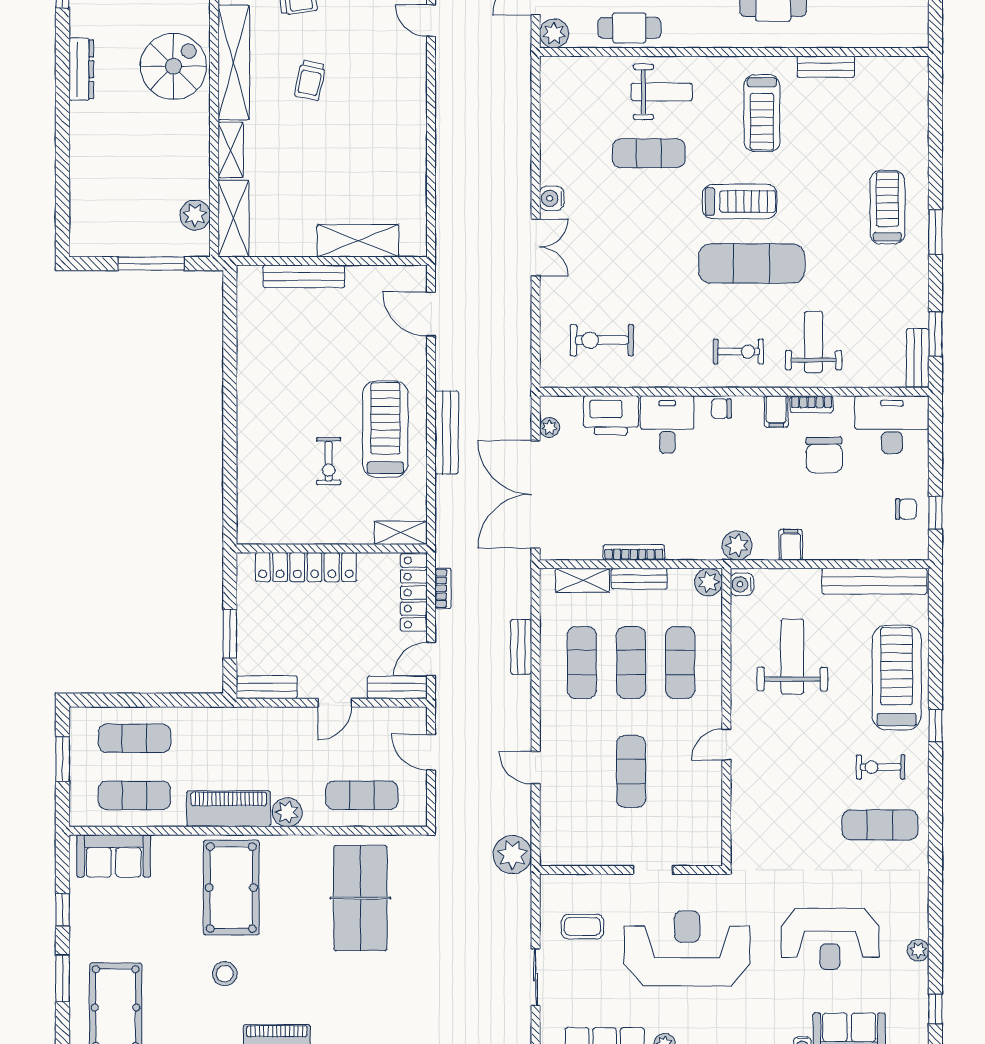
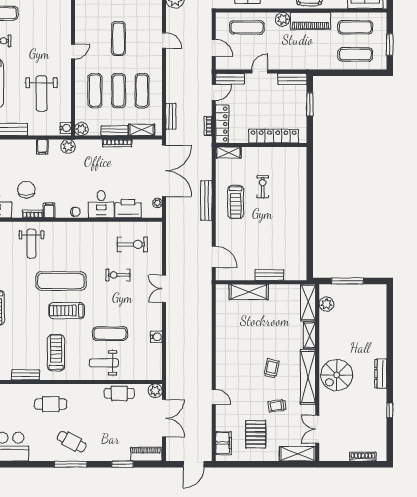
water cooler: (552, 198) -> (156, 337), moved
bench: (304, 276) -> (269, 275), width x0.73
exercise bike: (739, 352) -> (118, 275), moved
treadmill: (385, 429) -> (236, 202), width x0.73, depth x0.73
bench: (521, 647) -> (171, 116), moved

